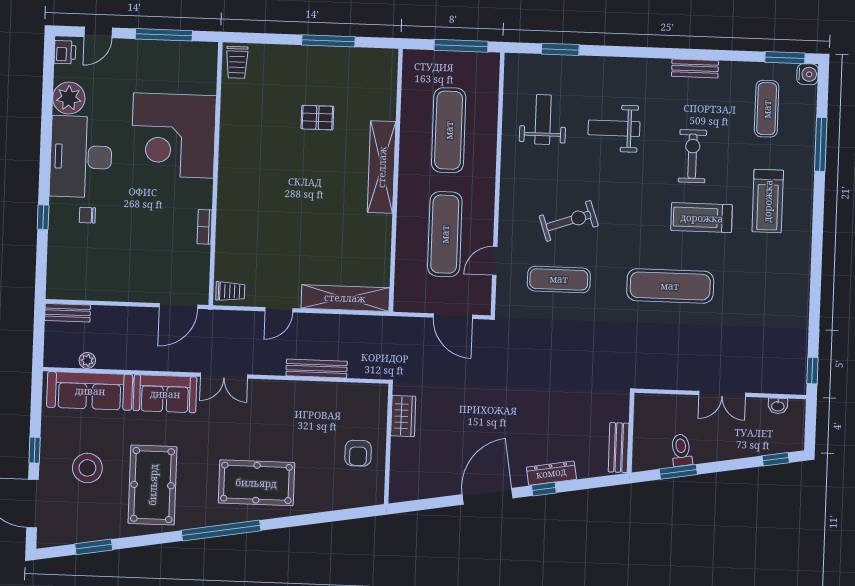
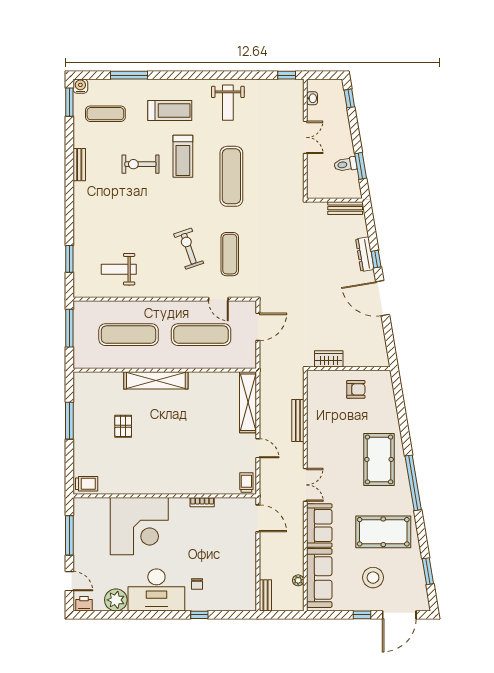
weight bench: (614, 128) -> (228, 103), moved

